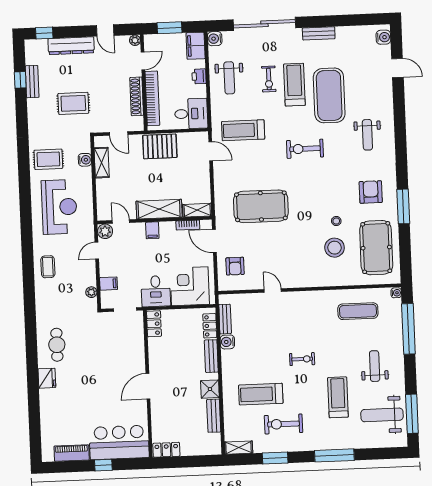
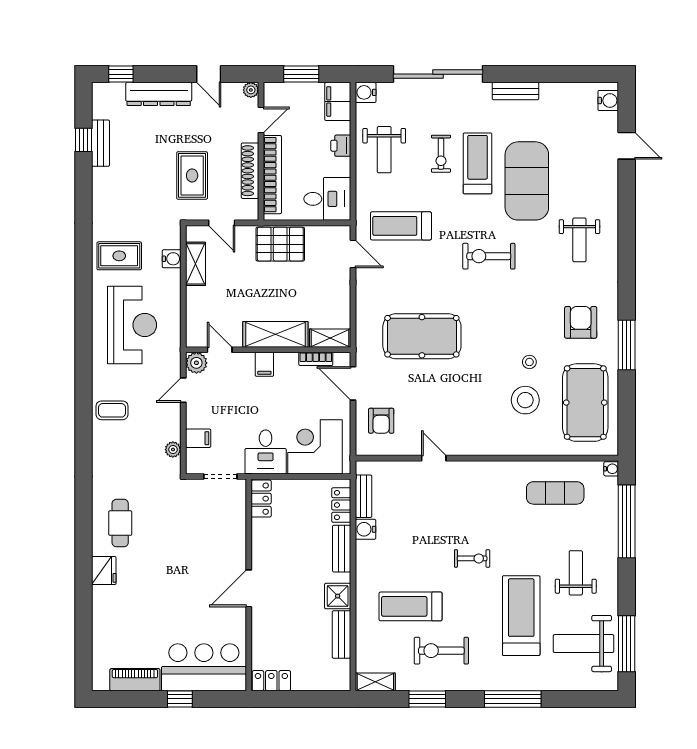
rug: (73, 103) -> (192, 175), moved, turned 90
coffee table: (48, 267) -> (112, 410), turned 90
treadmill: (338, 397) -> (521, 616), width x1.37, depth x1.38

